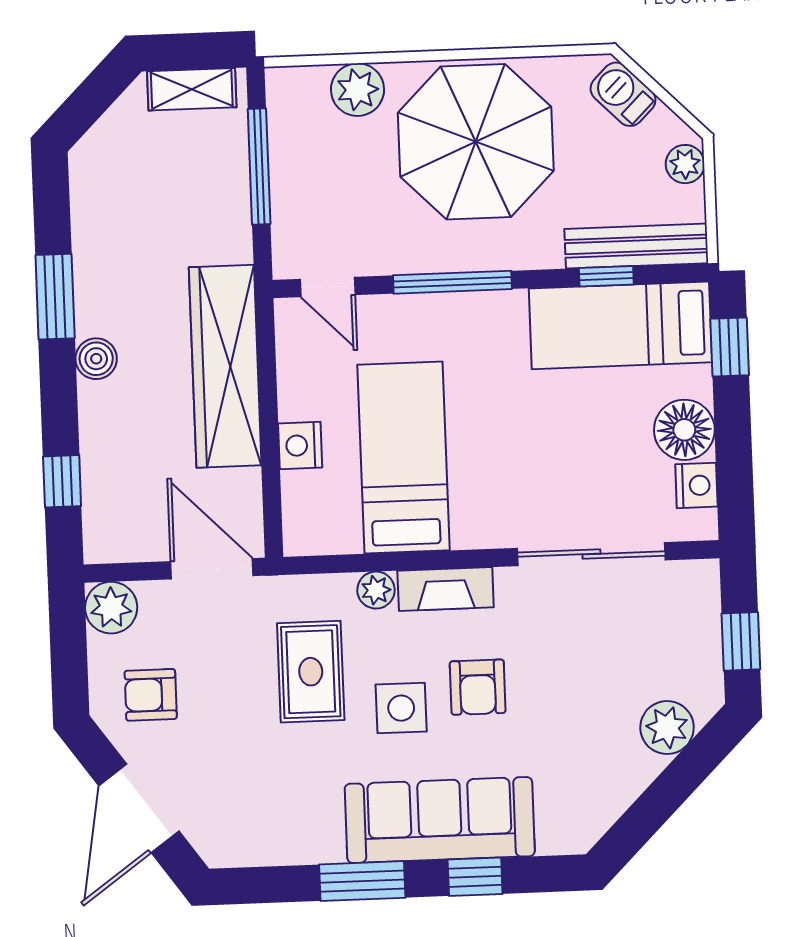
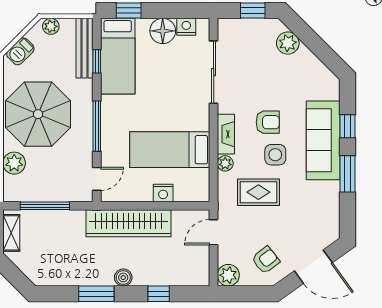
window: (62, 481) -> (159, 294), moved
door: (212, 569) -> (214, 232), width x0.73
armchair: (151, 695) -> (266, 260), turned -128

